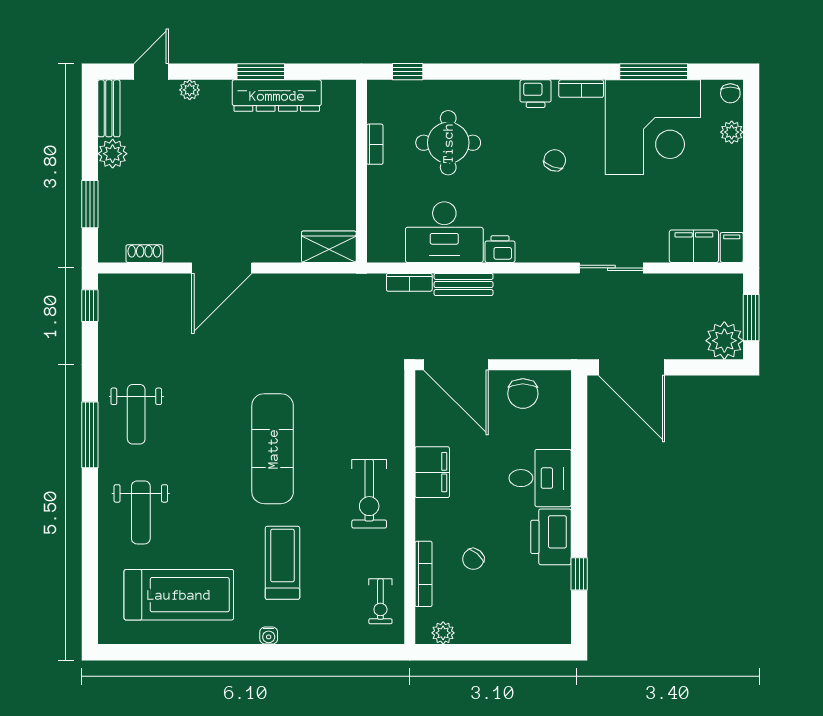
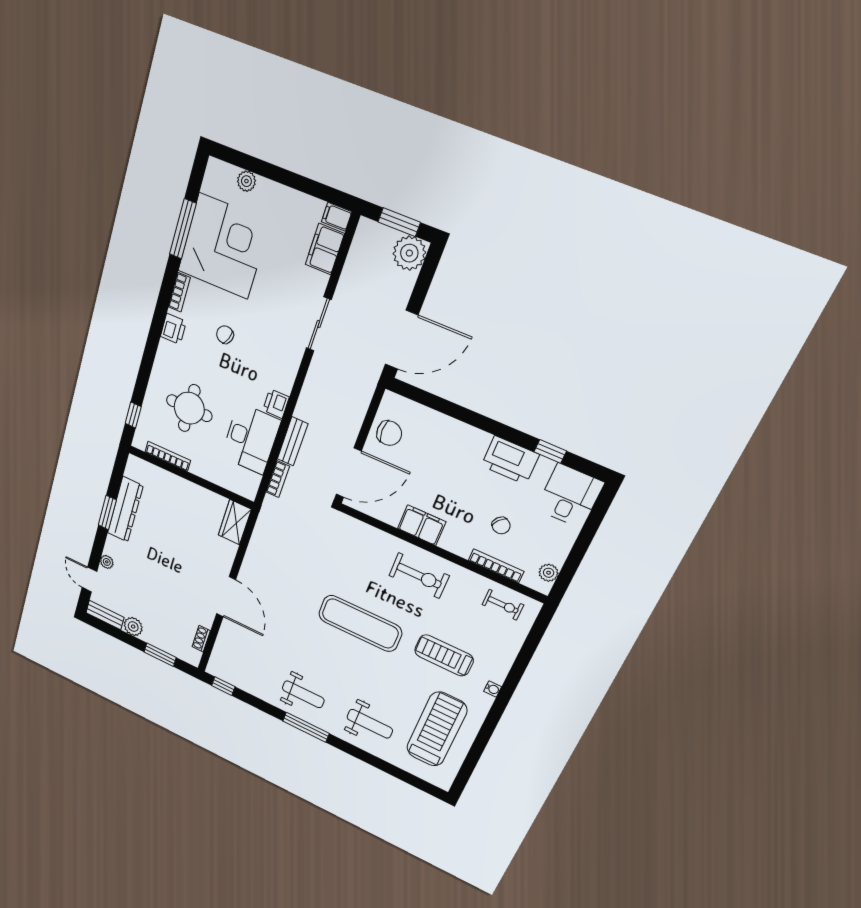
chair: (730, 93) -> (216, 170), removed
bookcase: (375, 144) -> (168, 456), width x1.56
desk: (540, 478) -> (570, 496), moved

